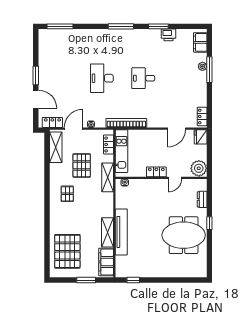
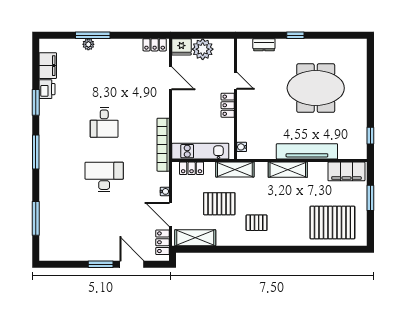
window: (60, 26) -> (36, 218), moved
filing cabinet: (200, 42) -> (48, 66), moved, turned -90
desk: (102, 78) -> (104, 177), turned 180
door: (36, 99) -> (132, 264), hinge flipped
plant: (199, 168) -> (203, 49), moved
shelving: (107, 232) -> (288, 170), moved
meeting table: (184, 235) -> (316, 88), moved, turned 90

